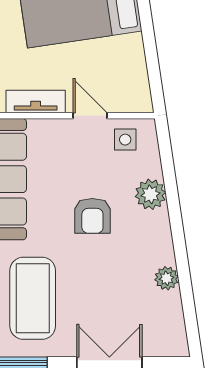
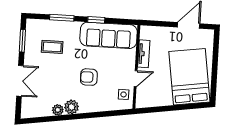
plant: (150, 194) -> (71, 107), moved
coffee table: (33, 298) -> (52, 47), width x0.54, depth x0.58

